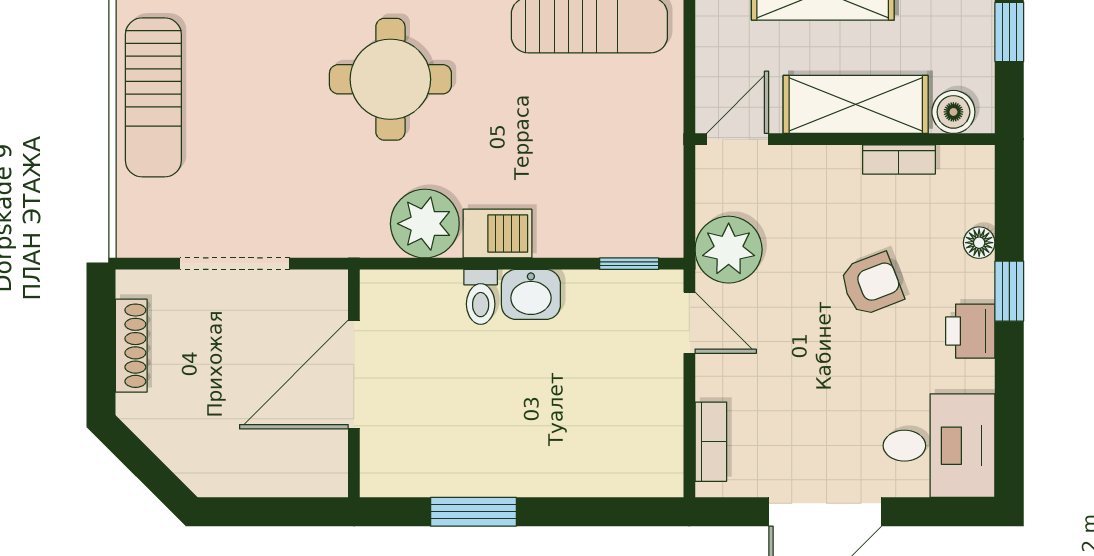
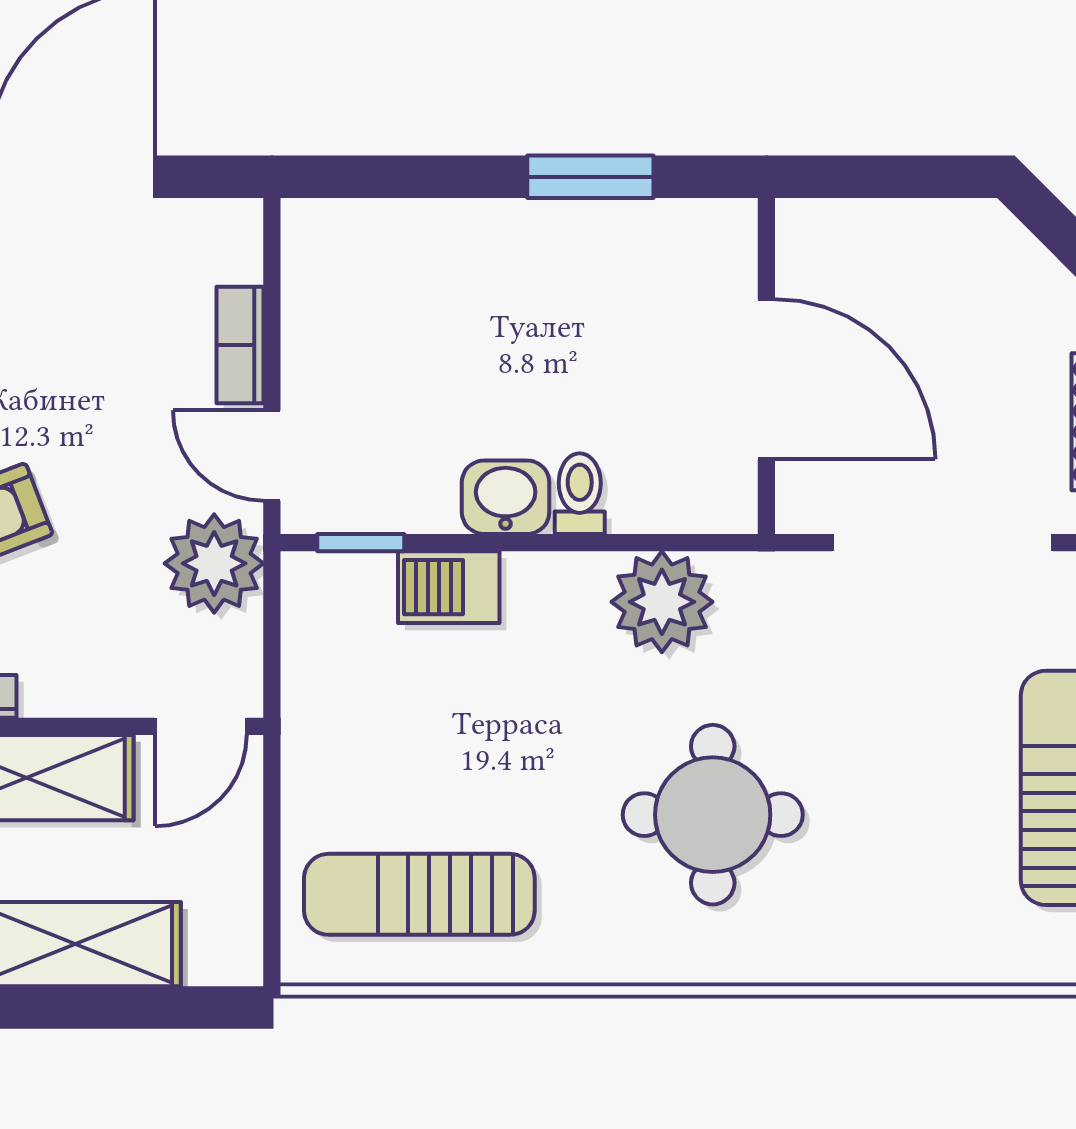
barbecue: (497, 234) -> (449, 587), moved
doorway: (235, 264) -> (942, 543), width x1.36
door: (354, 375) -> (766, 379), hinge flipped
bookcase: (711, 442) -> (240, 345), moved

